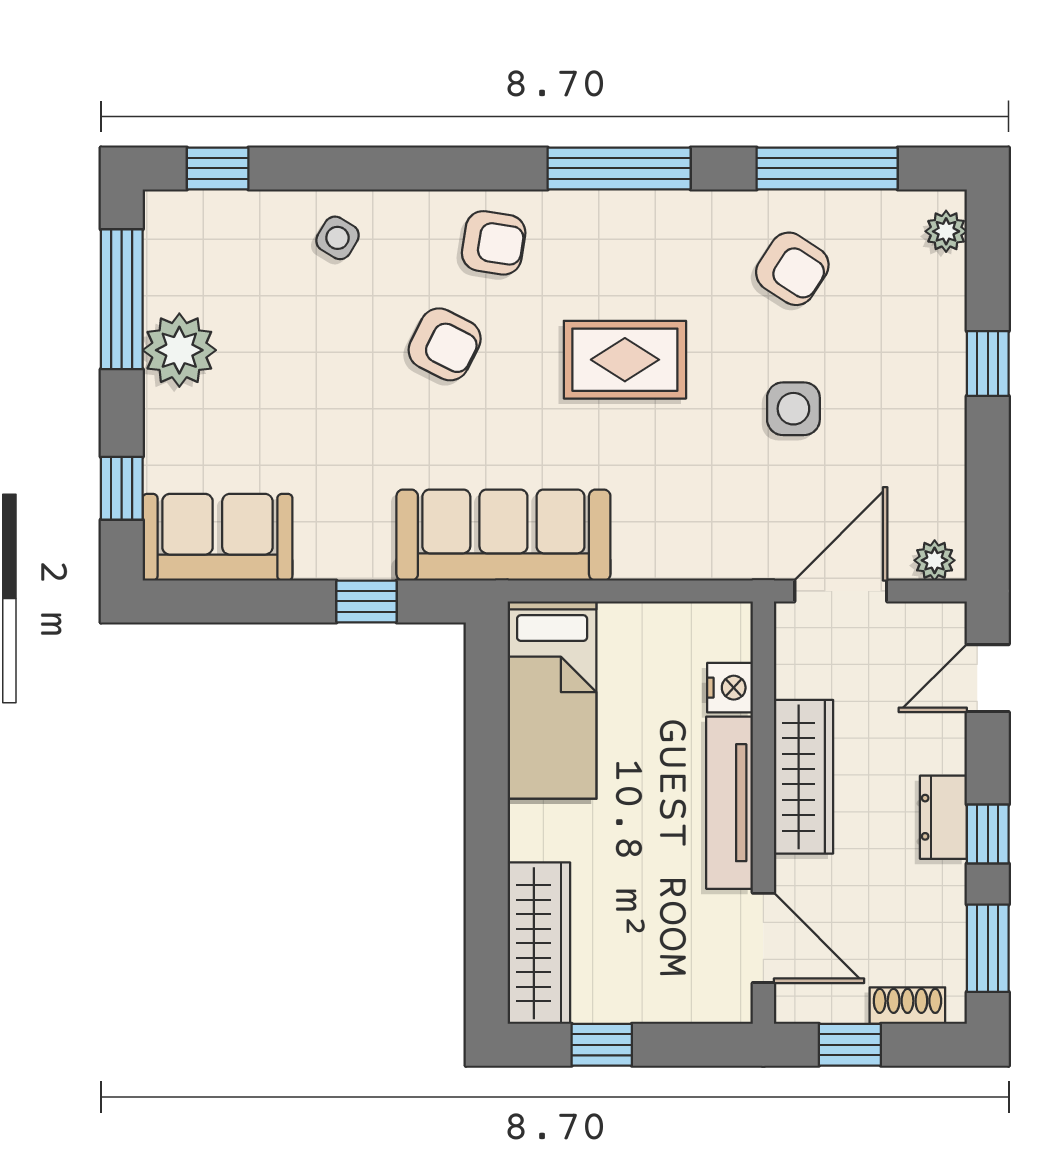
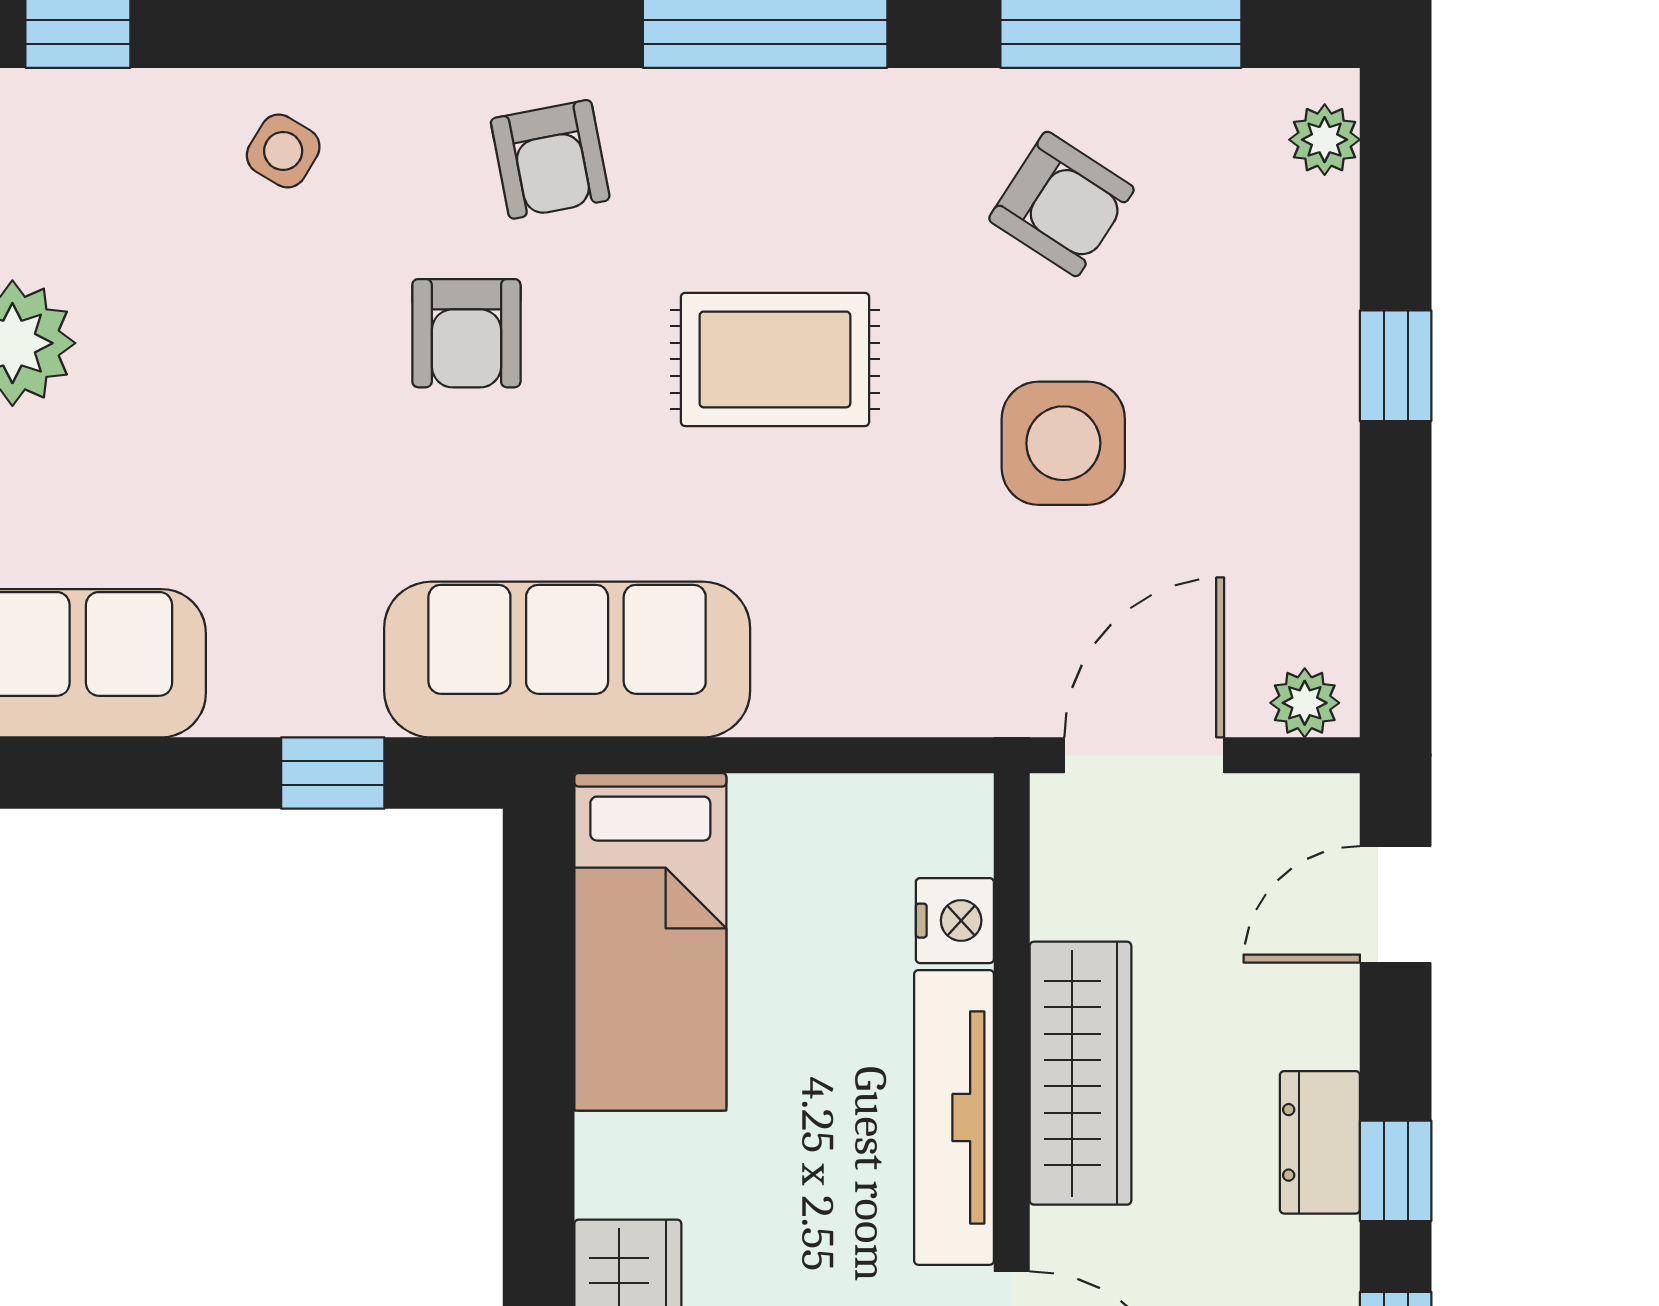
armchair: (494, 243) -> (550, 159), turned 70
armchair: (445, 344) -> (466, 333), turned 63
side table: (793, 409) -> (1063, 443), width x1.37, depth x1.37

